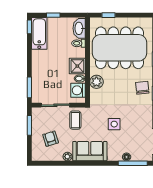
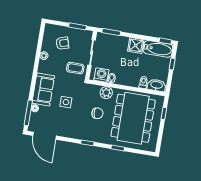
shower: (77, 66) -> (136, 45), moved
chair: (142, 88) -> (97, 113), moved
sofa: (90, 151) -> (43, 90), moved

